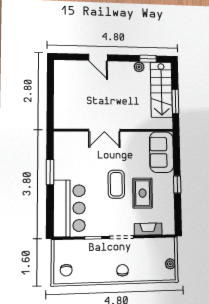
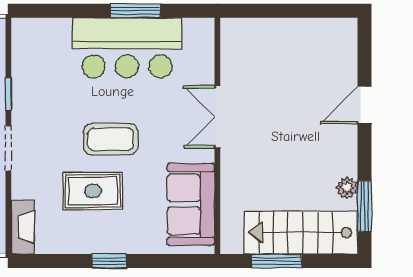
window: (148, 59) -> (364, 206), width x1.50
sofa: (161, 152) -> (191, 204), moved, turned -90
bar counter: (69, 208) -> (127, 48), moved
fireplace: (148, 229) -> (23, 227), moved

